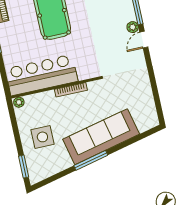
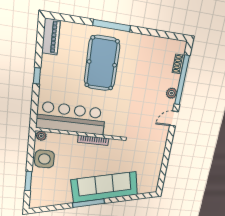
plant: (133, 27) -> (171, 93), moved
side table: (42, 137) -> (44, 159), moved
window: (24, 167) -> (28, 181), moved

